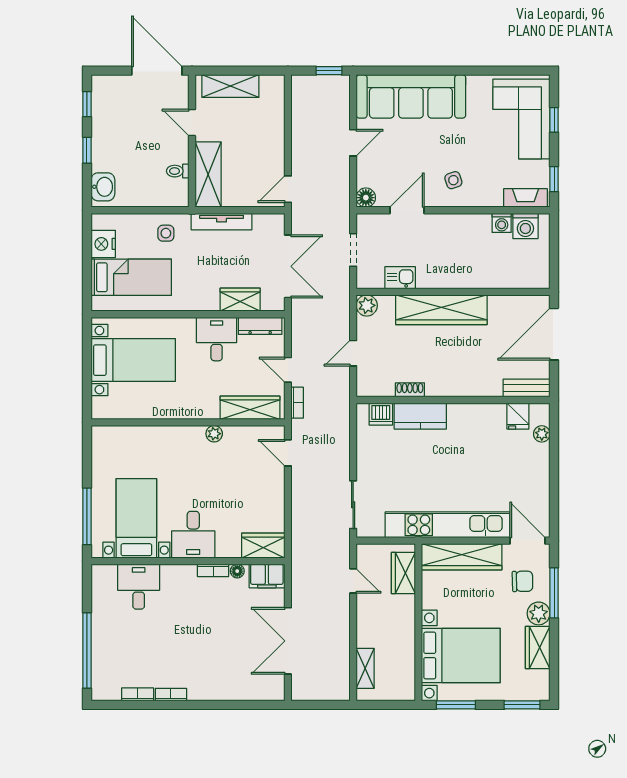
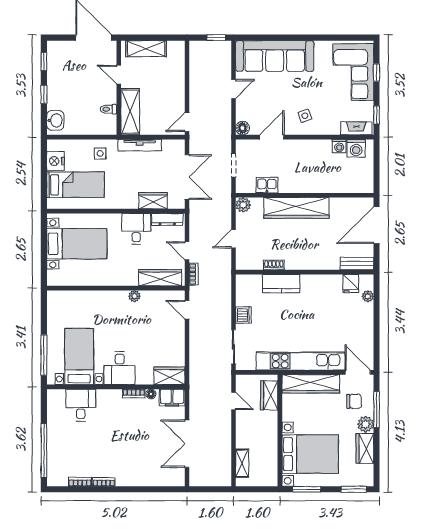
dishwasher: (381, 414) -> (243, 315), moved, turned -90

